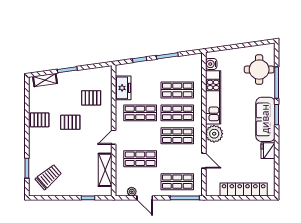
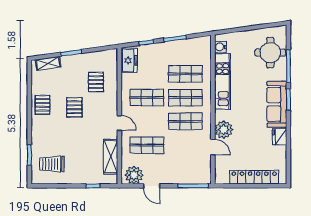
freezer: (123, 88) -> (129, 60), moved
pallet: (91, 98) -> (96, 82), turned 90
pallet: (40, 120) -> (43, 105), turned 90
pallet: (70, 122) -> (74, 107), turned 90
plant: (214, 134) -> (224, 130), moved
door: (114, 137) -> (119, 123), swing flipped
trolley: (49, 177) -> (52, 164), turned -139
shop shelf: (177, 182) -> (185, 169), removed
plant: (132, 192) -> (134, 175), width x1.88, depth x1.88

